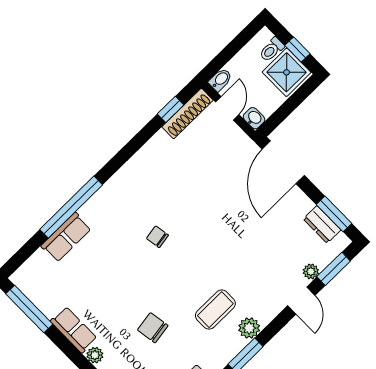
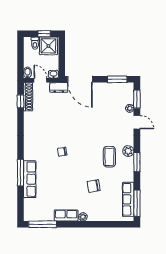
window: (71, 207) -> (21, 173), width x0.68
dresser: (322, 224) -> (59, 87), moved
row of seats: (66, 237) -> (30, 179), width x1.48

